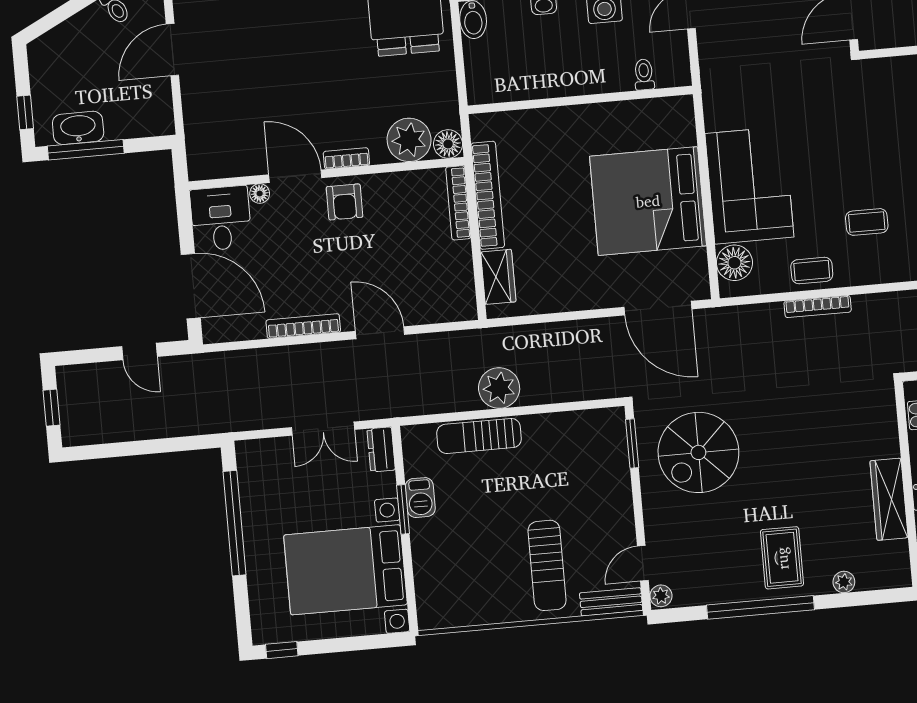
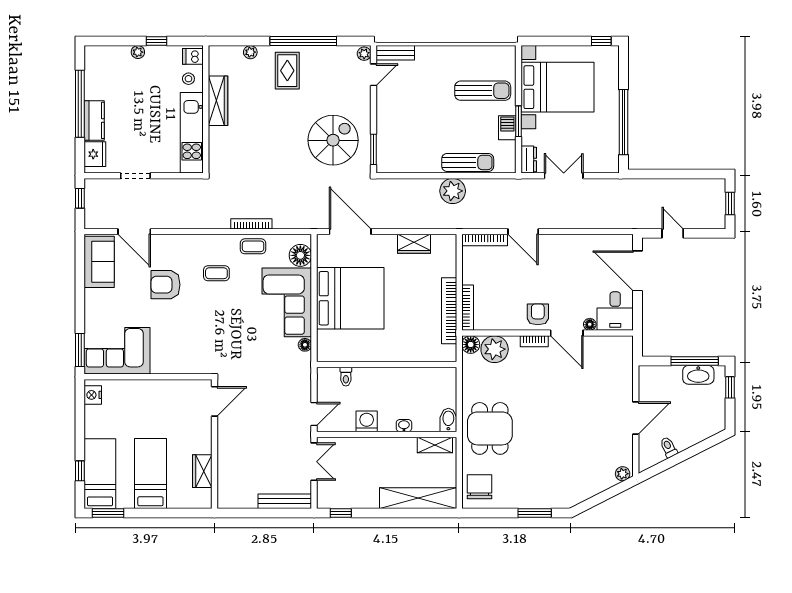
floor lamp: (714, 120) -> (305, 345), added
wardrobe: (498, 277) -> (414, 244), moved, turned -90
bookcase: (303, 326) -> (485, 240), moved
sun lounger: (547, 565) -> (483, 91), moved, turned 90

